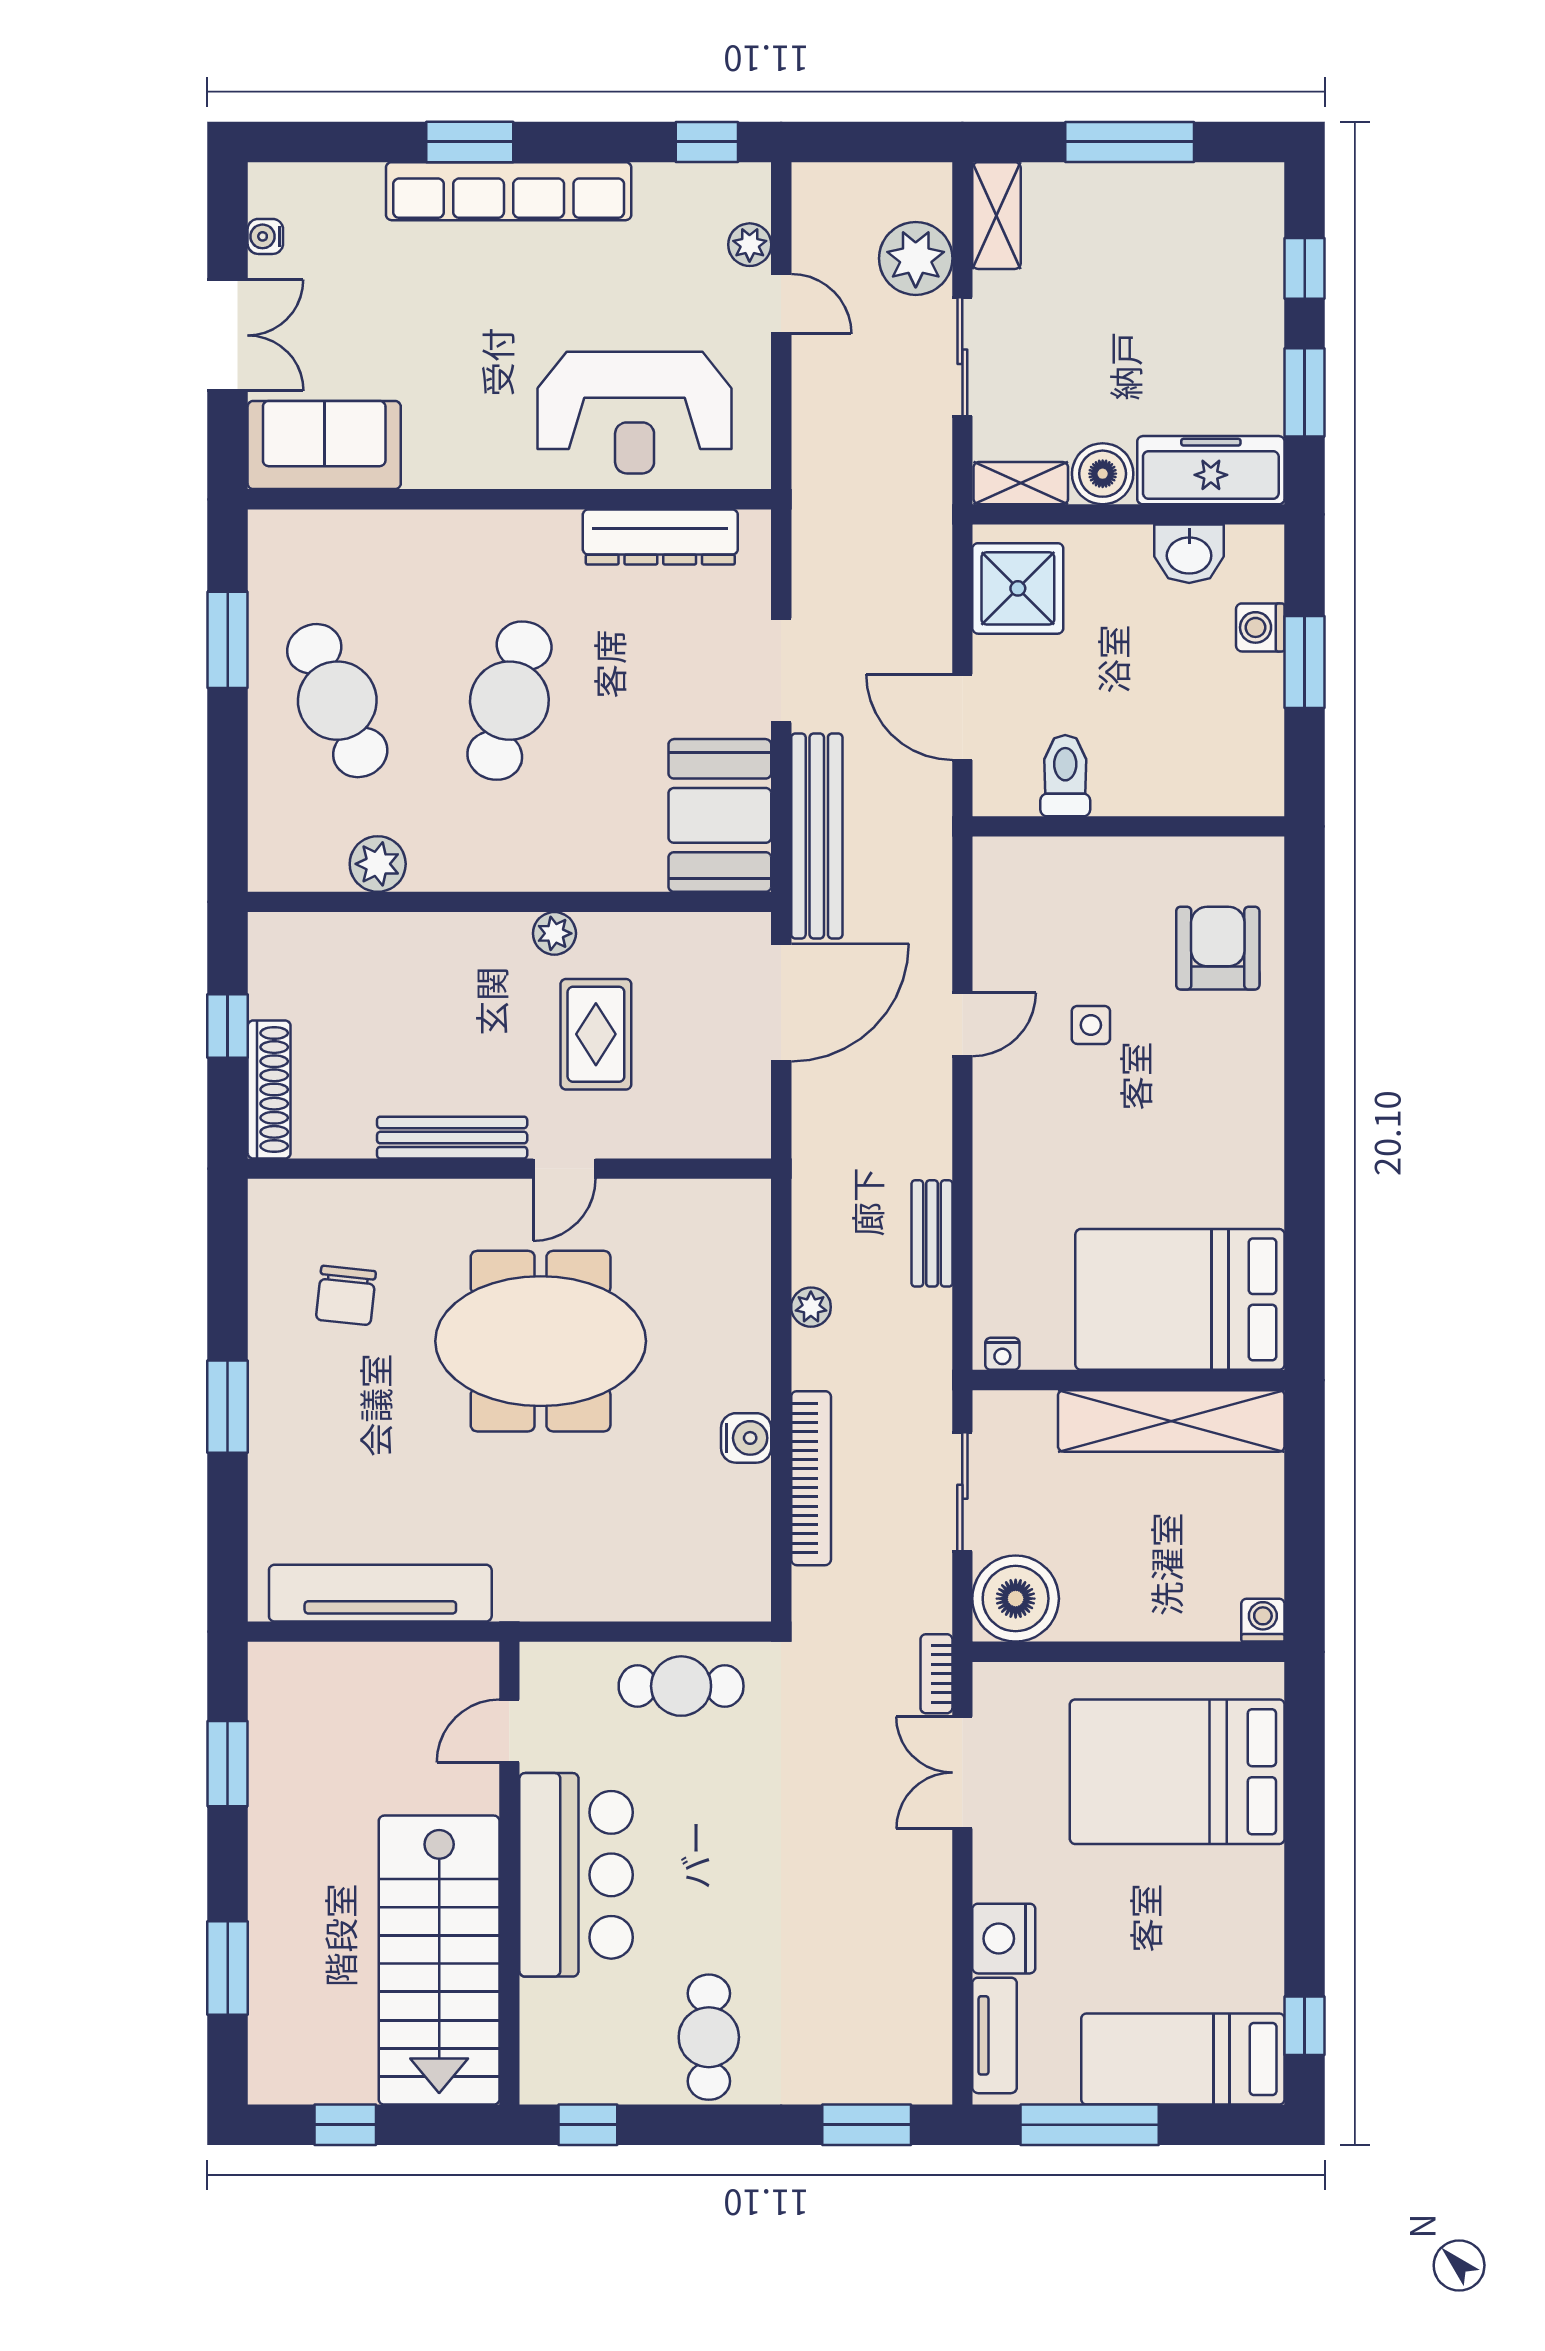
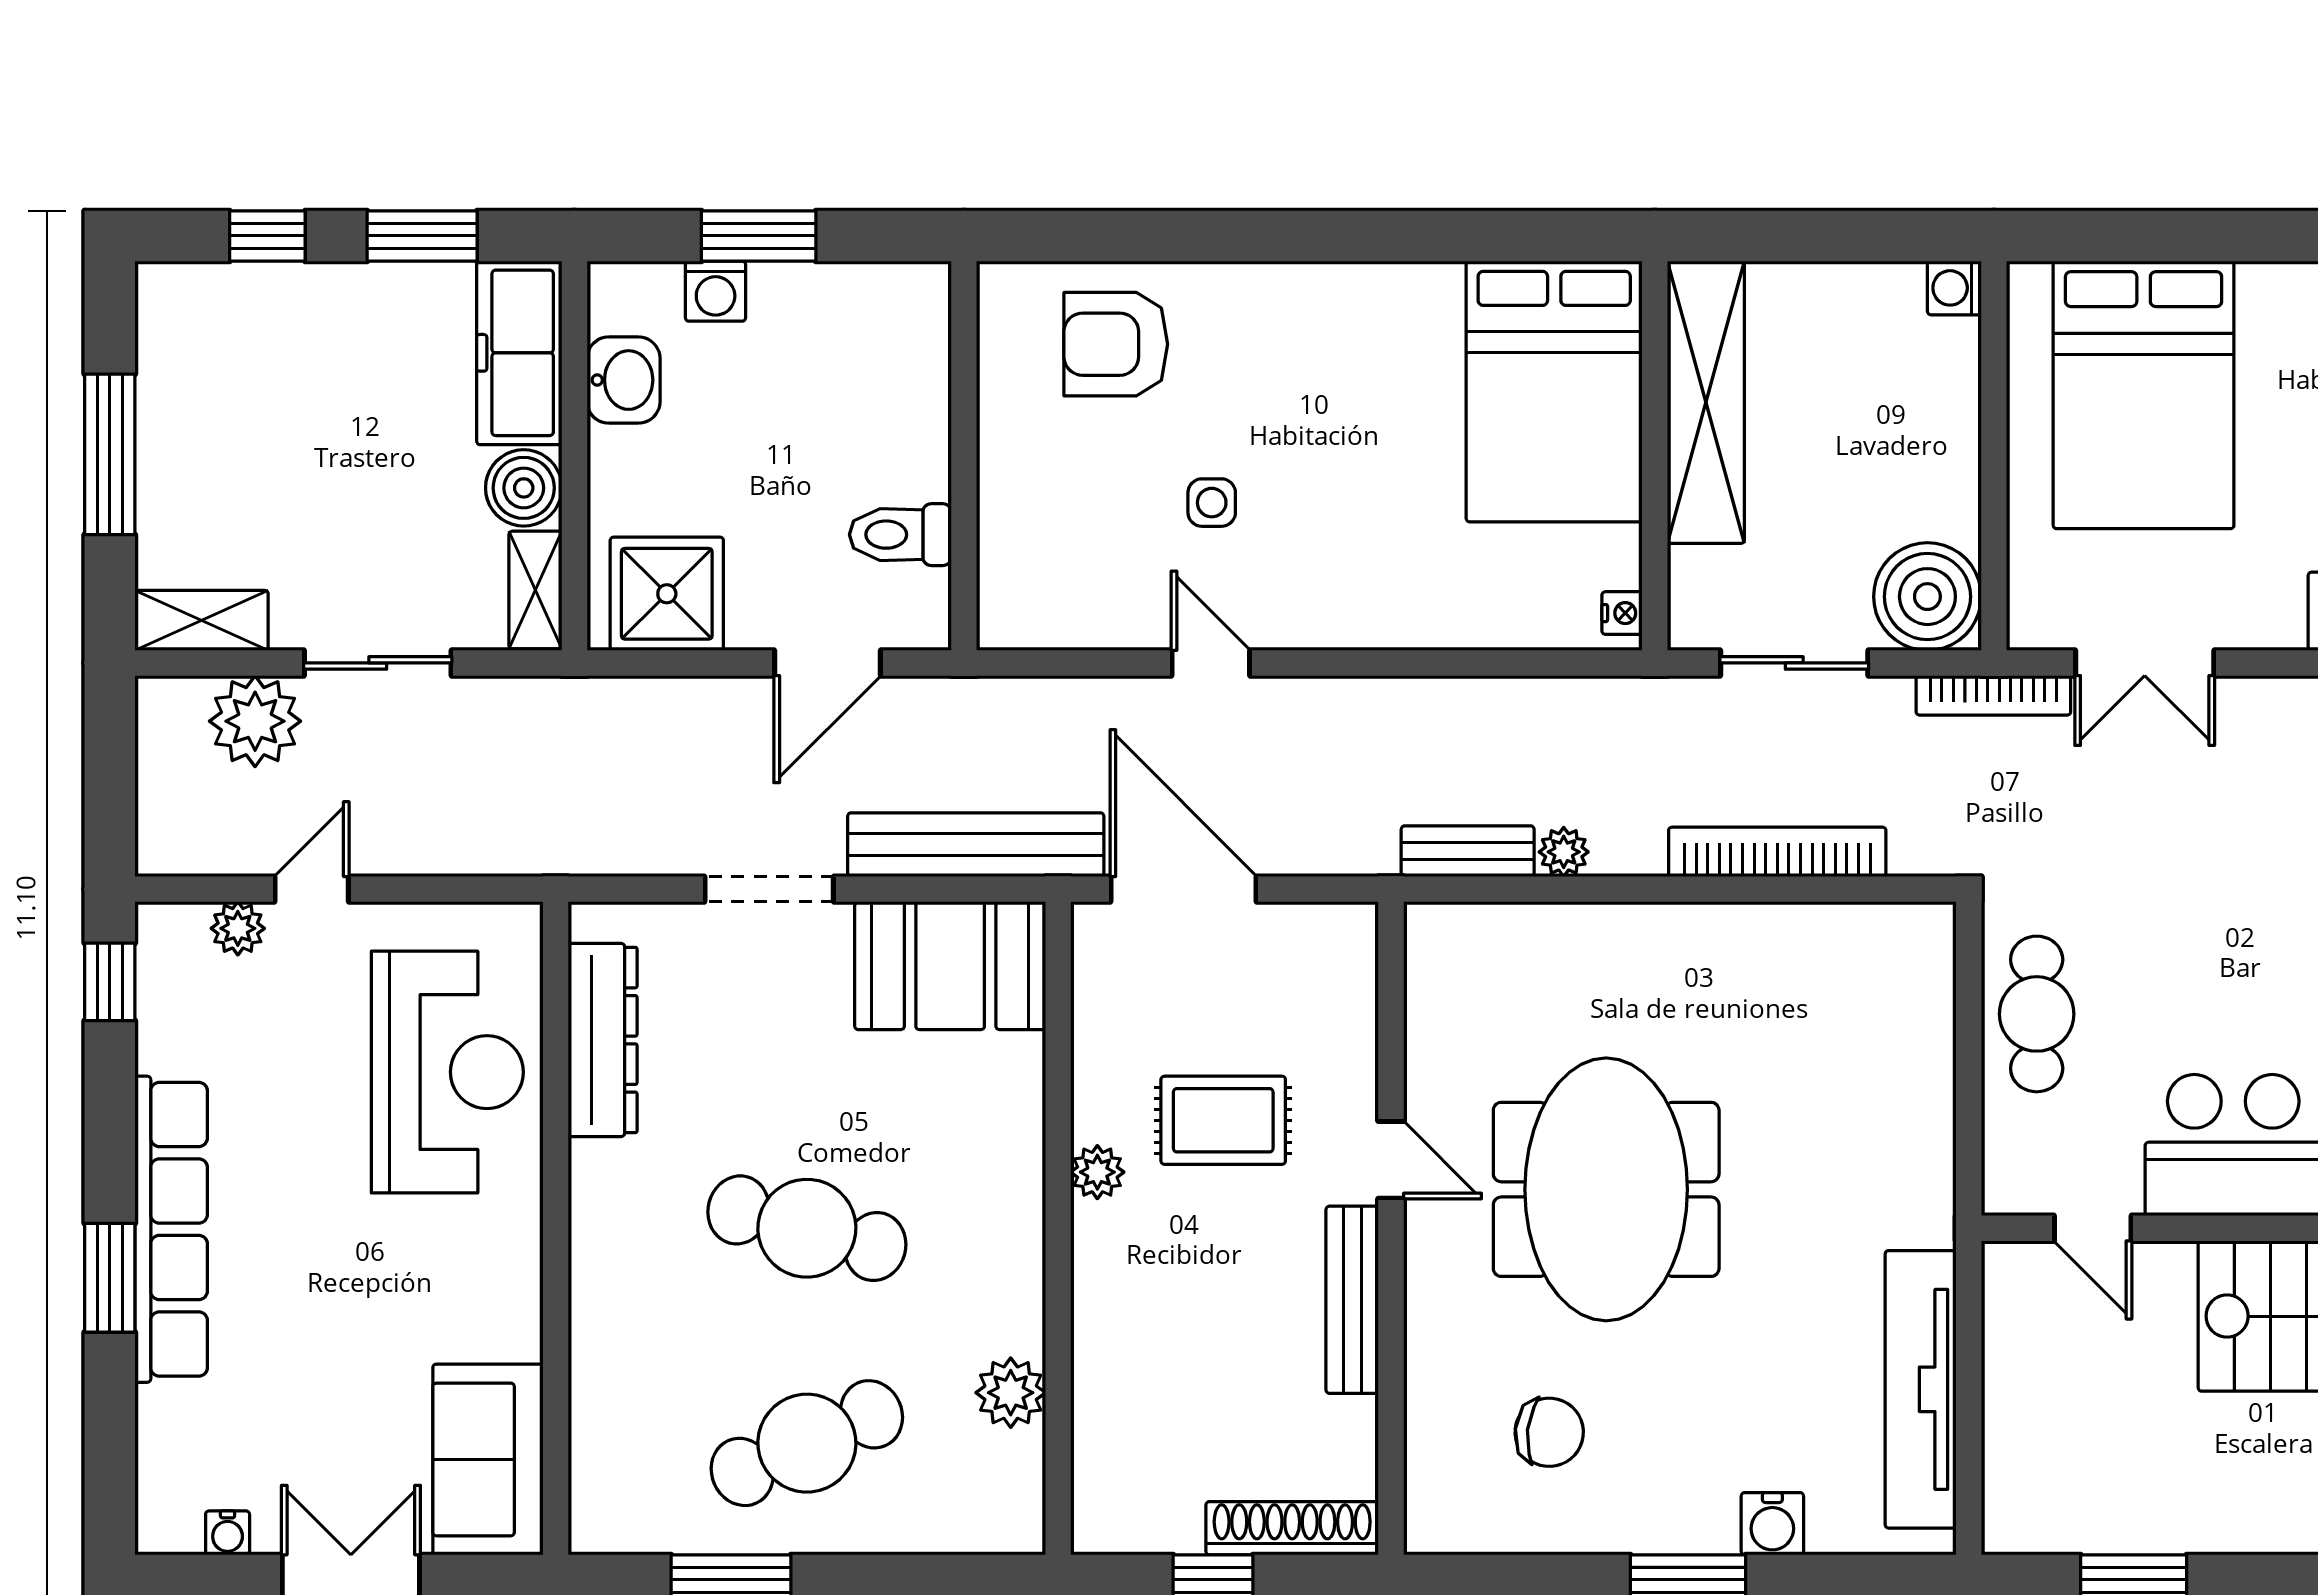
bench: (932, 1233) -> (1468, 851), moved
water cooler: (746, 1438) -> (1772, 1524), moved, turned 180
bookcase: (936, 1674) -> (1993, 695), width x1.56

